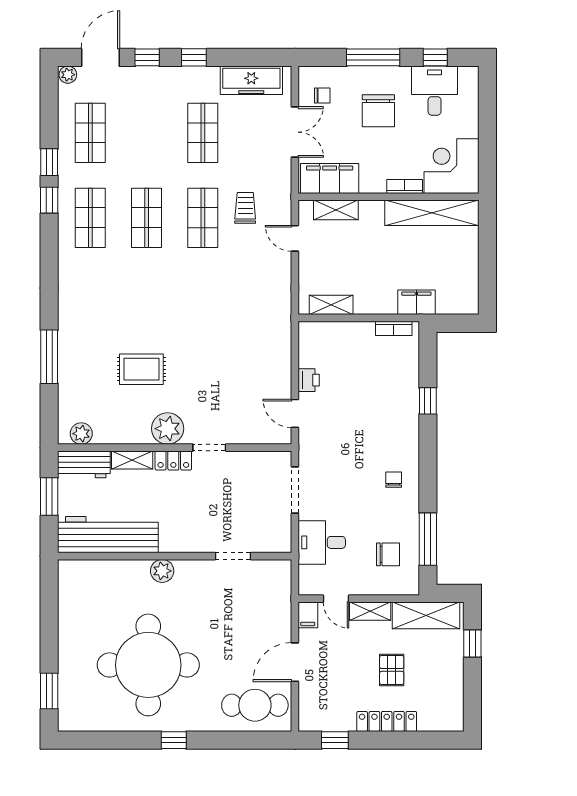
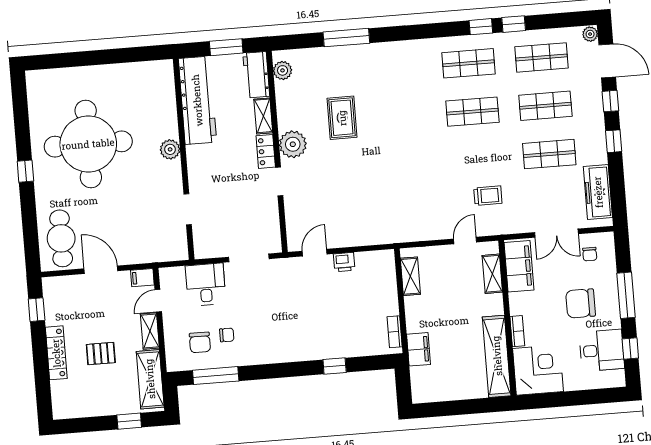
shop shelf: (203, 218) -> (545, 106), moved
chair: (394, 480) -> (227, 335), moved
window: (49, 691) -> (59, 61), removed

